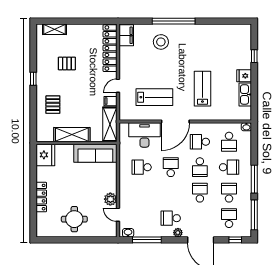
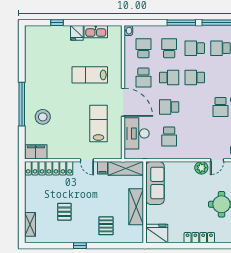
pallet: (53, 105) -> (106, 226), turned 90
school desk: (229, 142) -> (143, 48), turned -90

